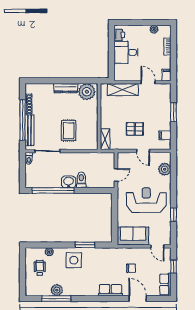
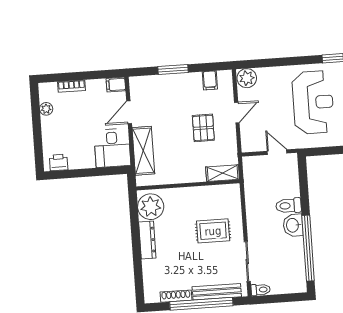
desk: (126, 52) -> (112, 148), moved
plant: (165, 169) -> (247, 78), moved
reception desk: (146, 200) -> (313, 102), turned 180

